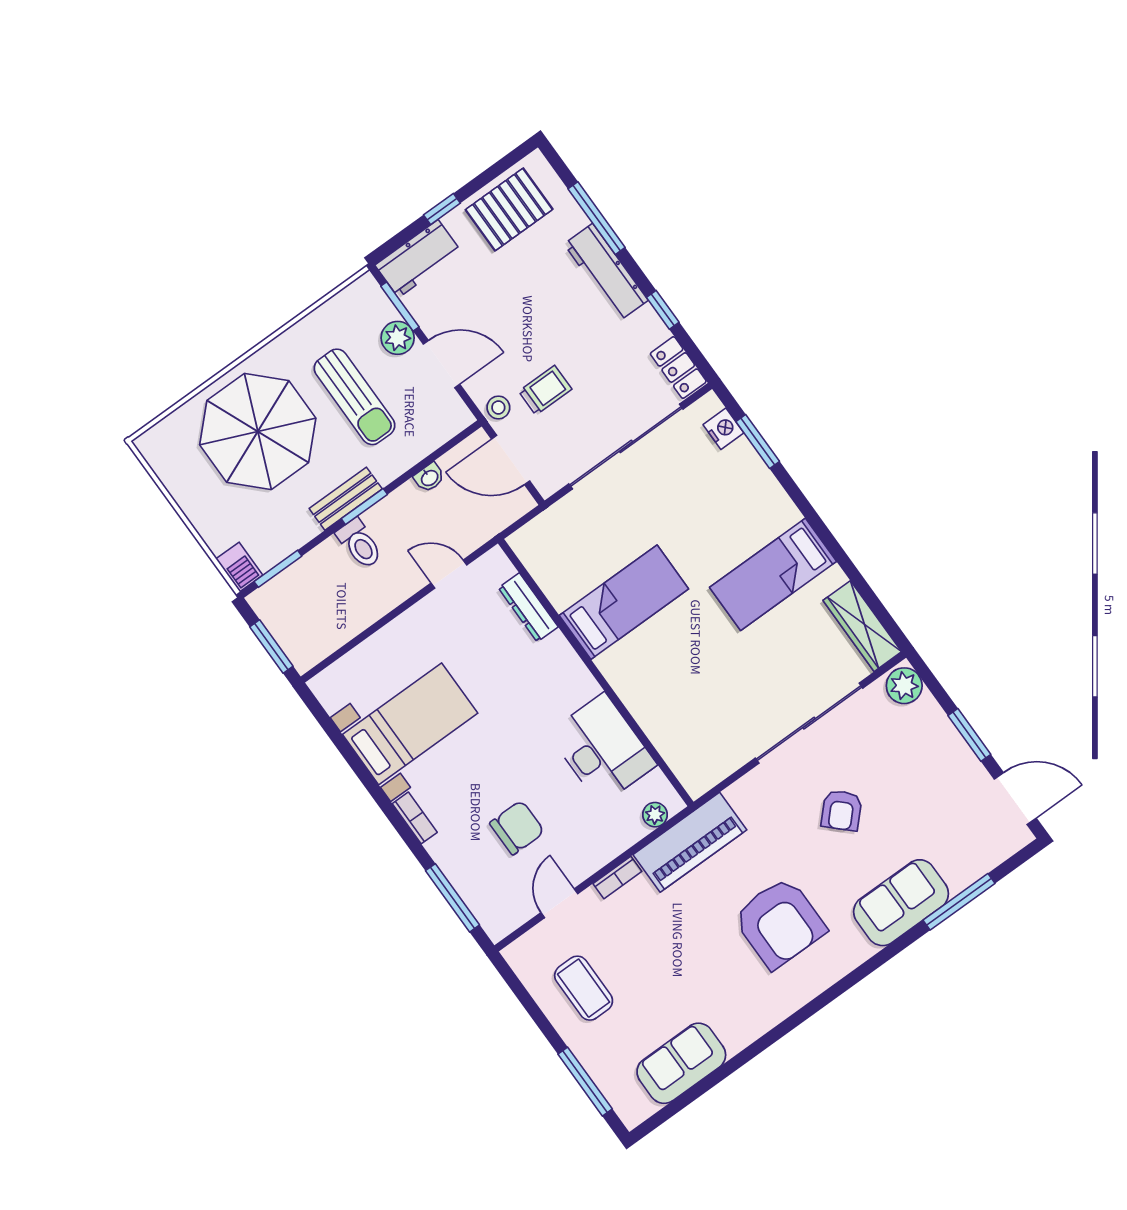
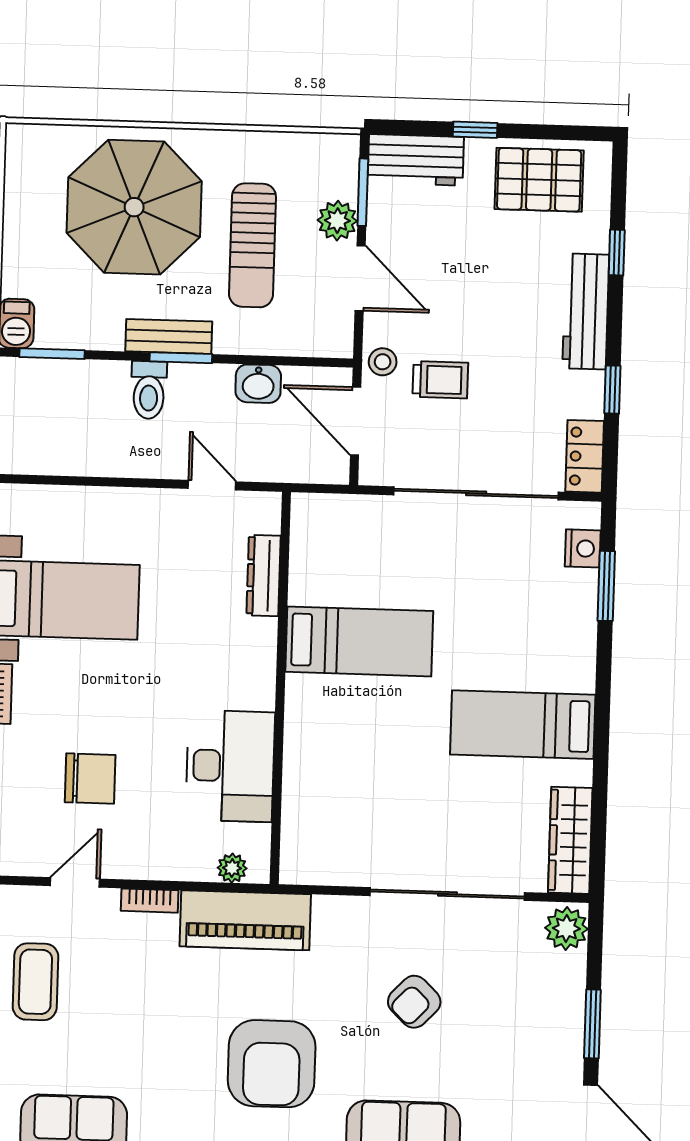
window: (597, 218) -> (617, 253), width x0.46
washbasin: (429, 478) -> (258, 384), width x1.38, depth x1.45

